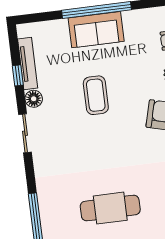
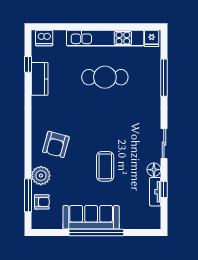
sofa: (96, 30) -> (91, 217), width x1.36
tv unit: (28, 64) -> (155, 192), width x0.71

